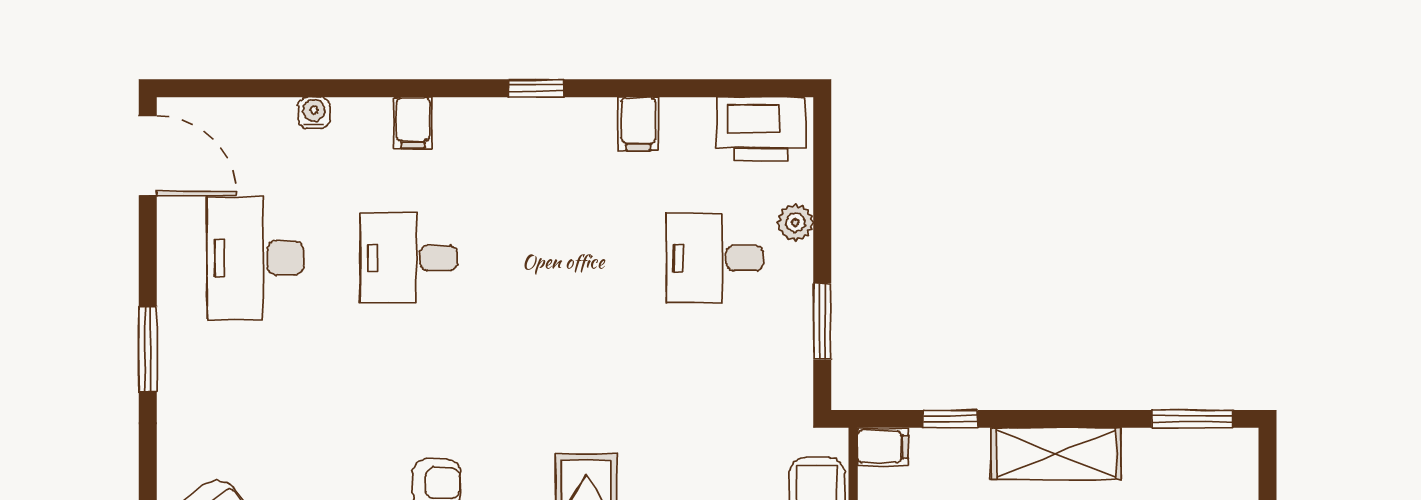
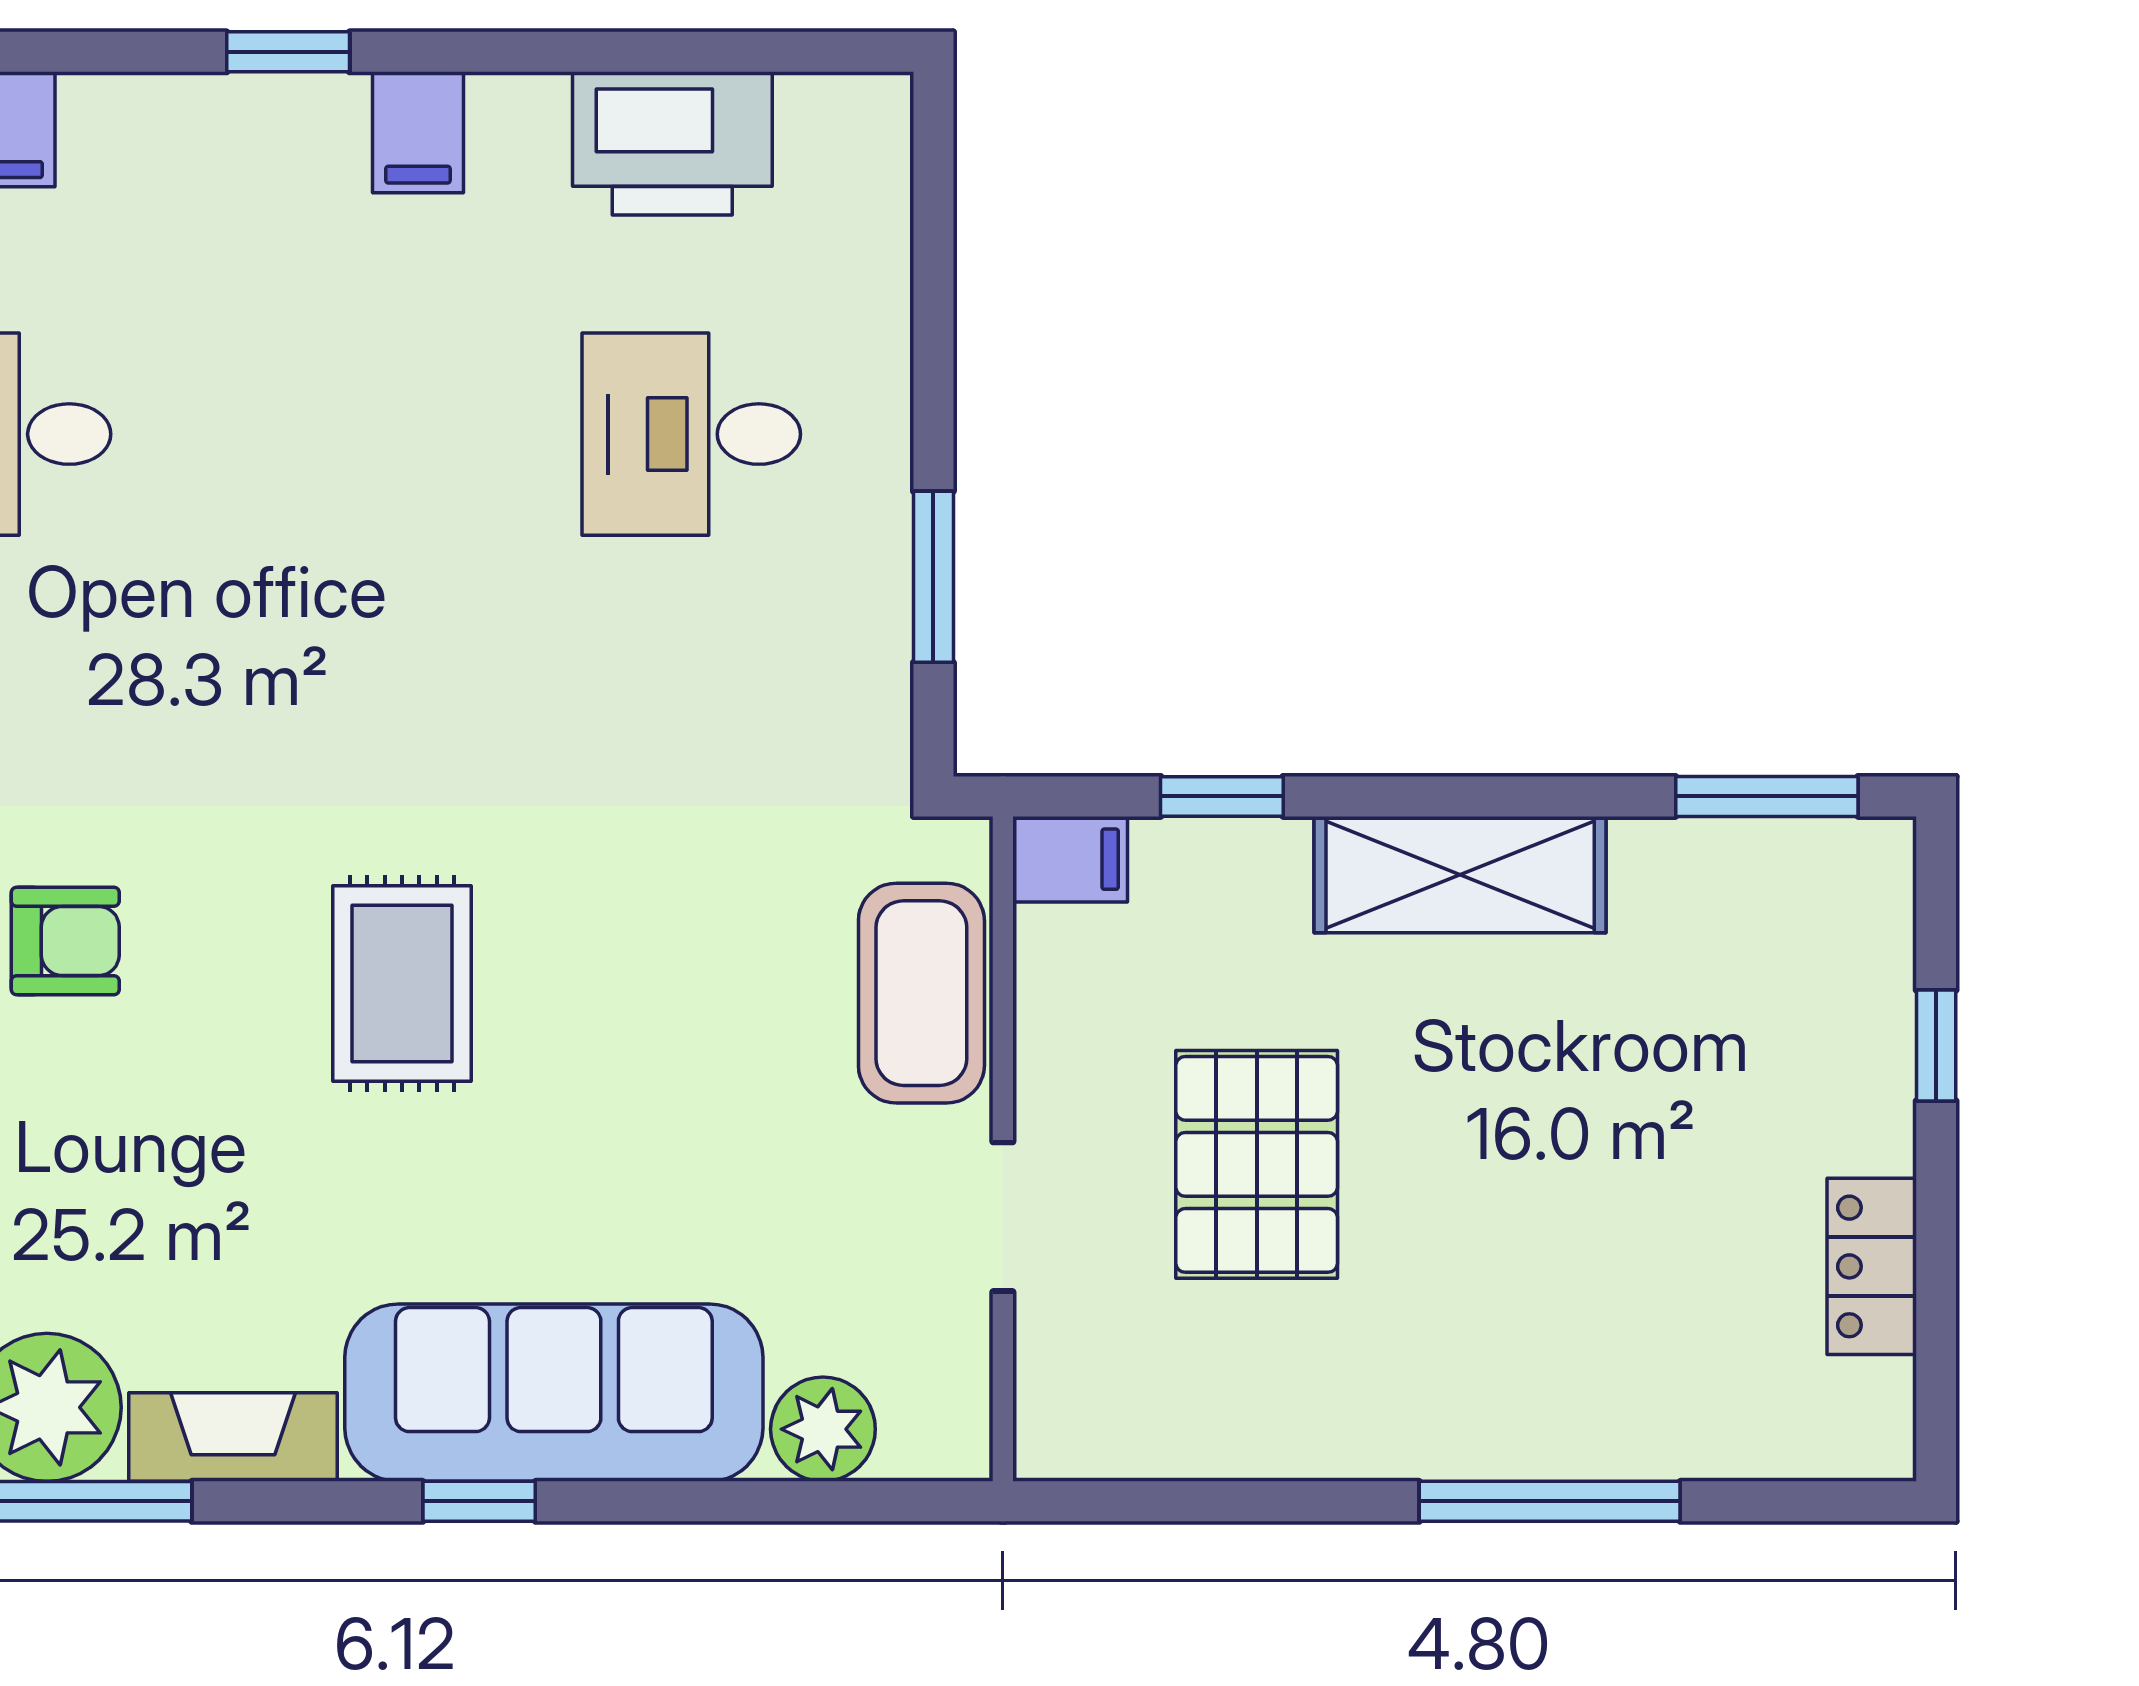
filing cabinet: (638, 124) -> (418, 132), moved
printer: (761, 129) -> (672, 143), moved
plant: (795, 222) -> (873, 354), removed

